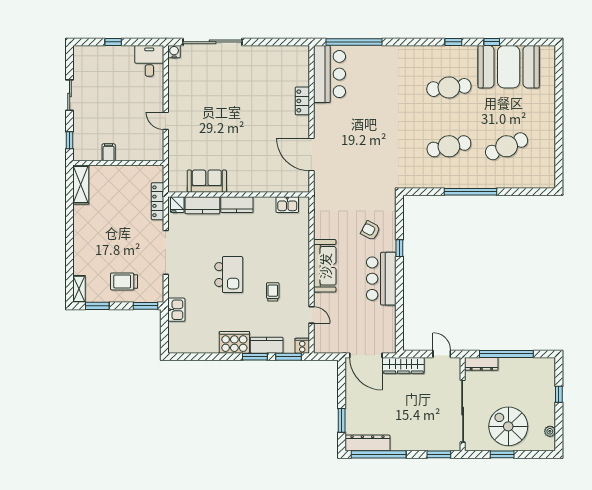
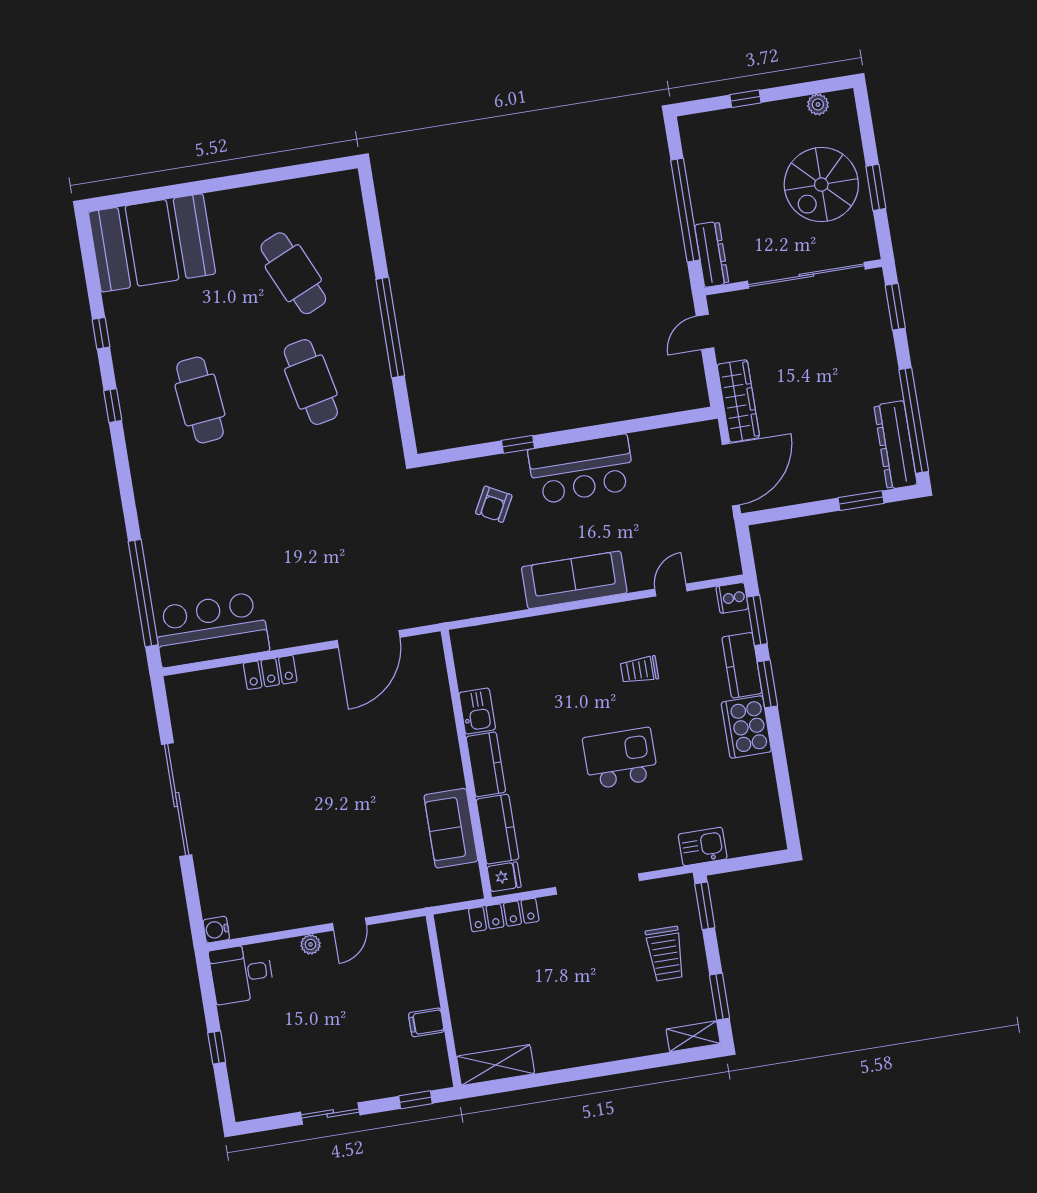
sliding door: (213, 42) -> (177, 800), moved
booth: (509, 67) -> (152, 243), moved, turned 90
plant: (159, 99) -> (311, 944), added
kitchen sink: (287, 205) -> (477, 711), moved

